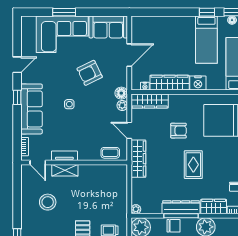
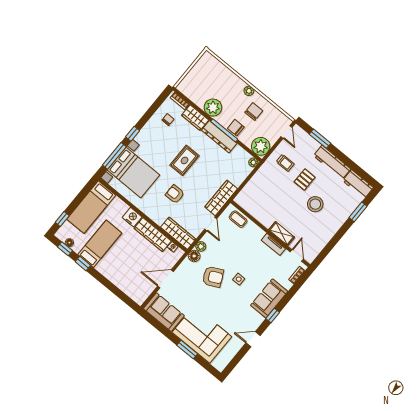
armchair: (90, 73) -> (213, 277), moved
sofa: (32, 109) -> (269, 298), width x0.73
stool: (48, 202) -> (315, 204), moved

